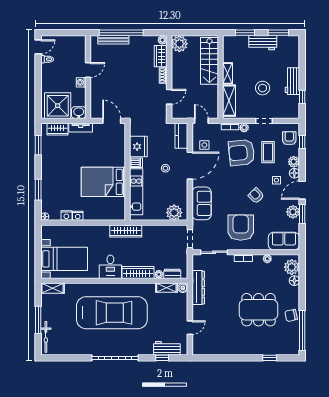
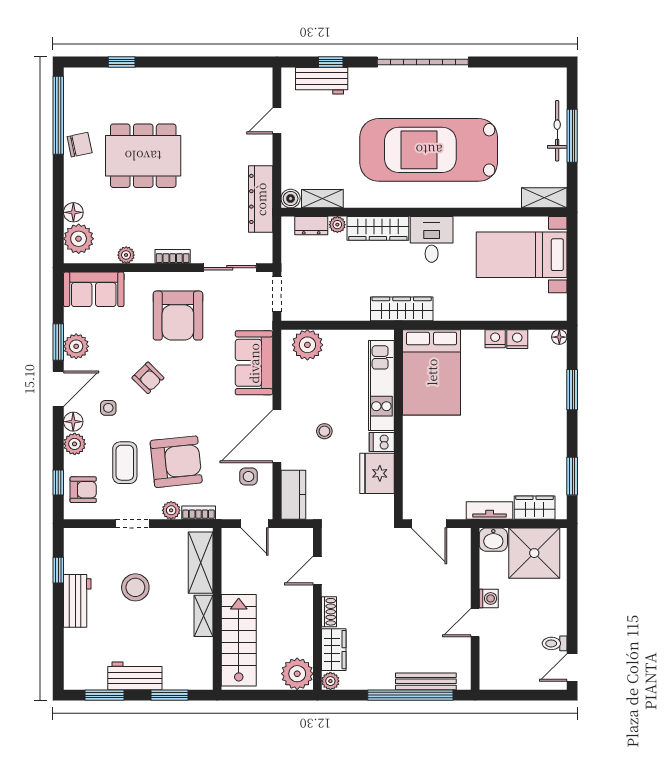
armchair: (289, 138) -> (83, 490), turned -90
bed: (103, 182) -> (432, 372), moved, turned 90
bicycle: (46, 337) -> (557, 131), moved

